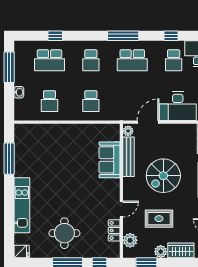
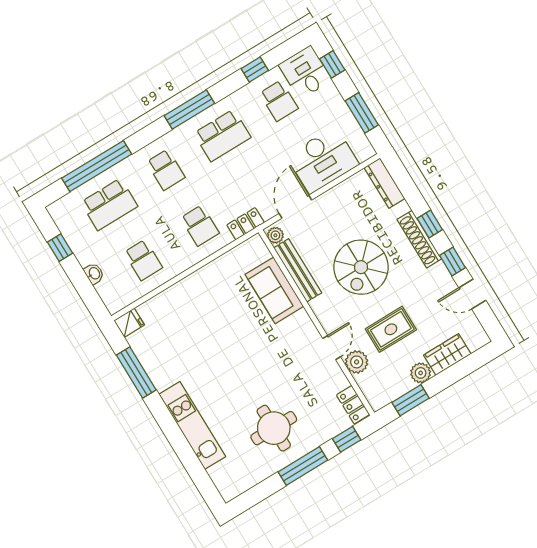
window: (55, 36) -> (97, 166), width x3.17
window: (9, 67) -> (60, 248), width x0.46
locker: (116, 115) -> (246, 224), added
locker: (114, 230) -> (353, 405), moved
plant: (130, 240) -> (357, 362), moved
fridge: (22, 251) -> (129, 323), moved

